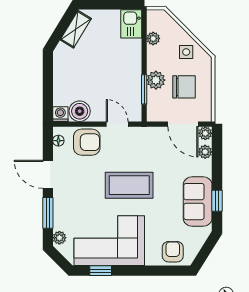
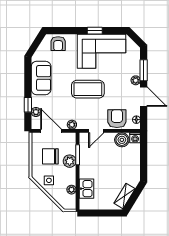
kitchen sink: (131, 24) -> (86, 189), moved
door: (117, 124) -> (96, 131), hinge flipped
plant: (205, 133) -> (72, 125), moved
armchair: (87, 142) -> (117, 119), turned 90
window: (217, 201) -> (28, 105), moved
plant: (59, 238) -> (136, 80), moved
window: (101, 271) -> (95, 31), moved

